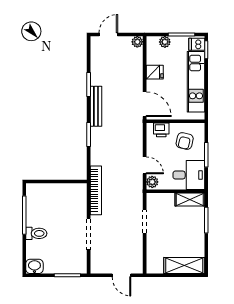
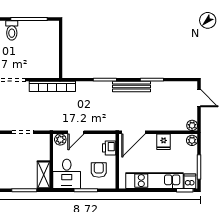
plant: (165, 42) -> (192, 140), moved
armchair: (185, 141) -> (99, 170), turned 77

